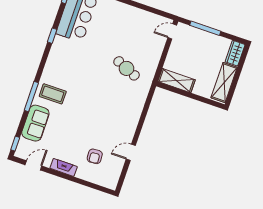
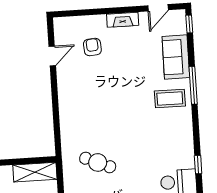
door: (131, 152) -> (52, 56), moved

